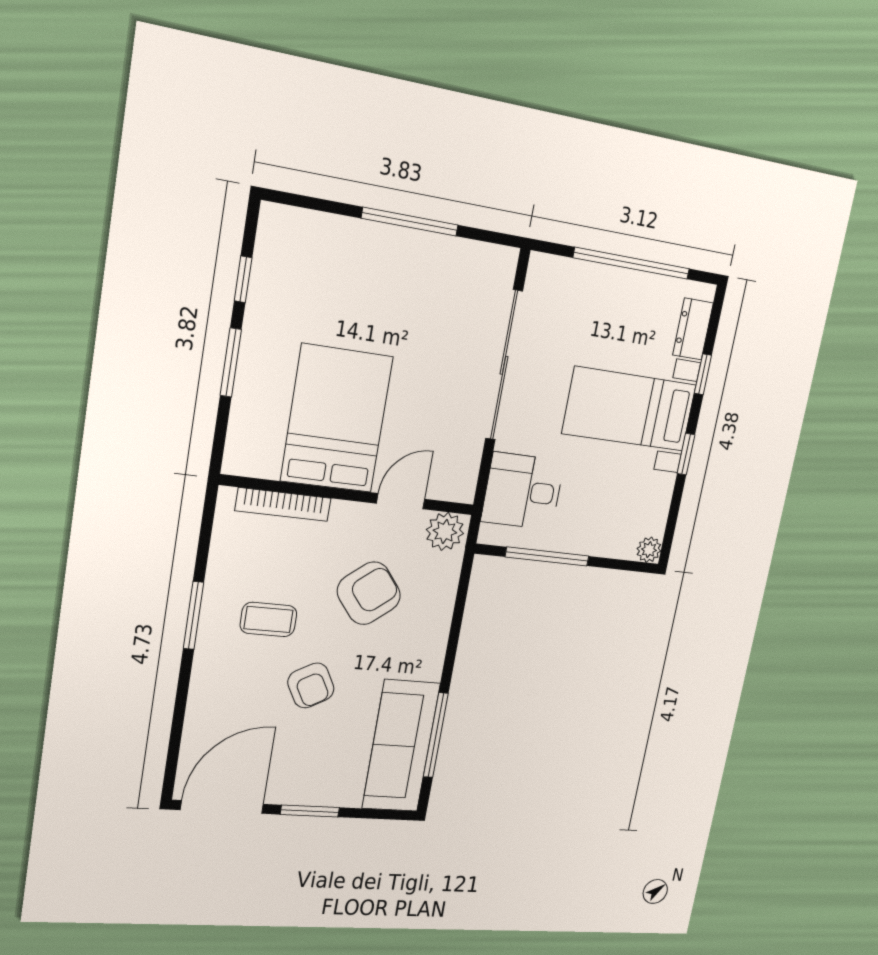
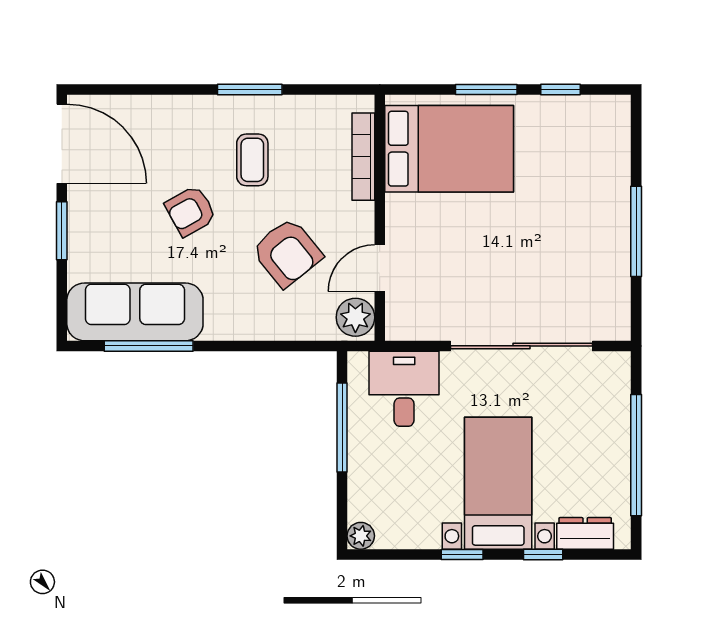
bed: (337, 419) -> (449, 149), moved
door: (401, 501) -> (380, 268), swing flipped

